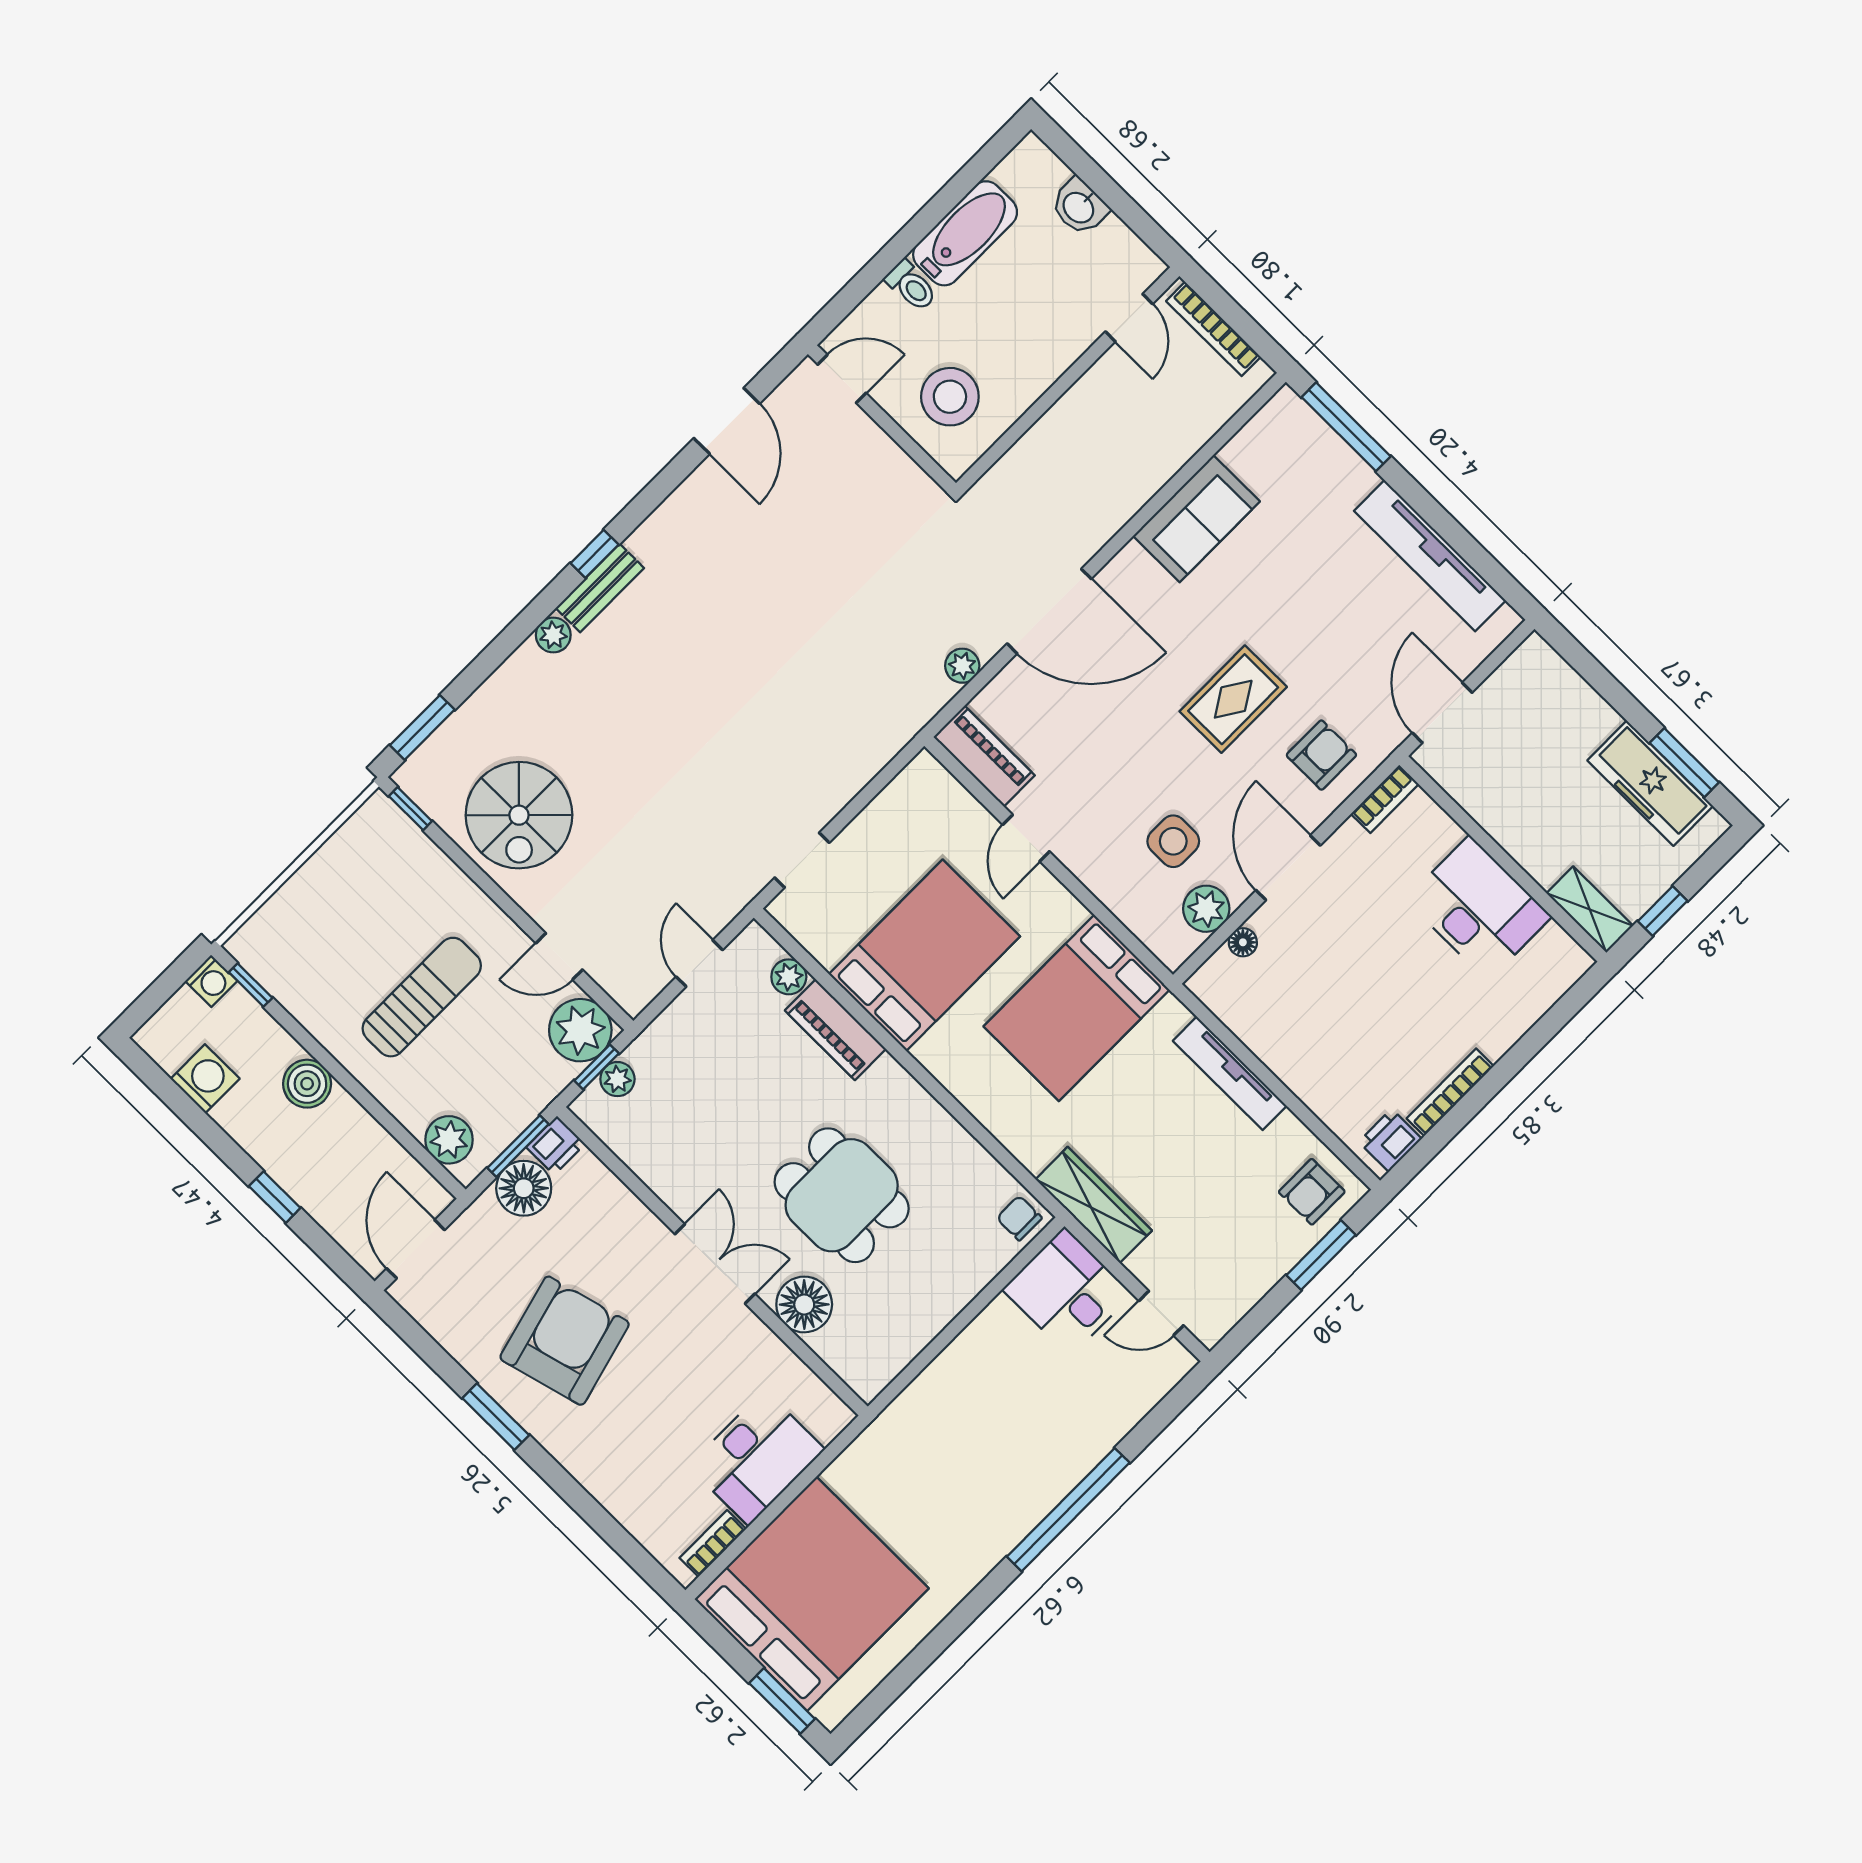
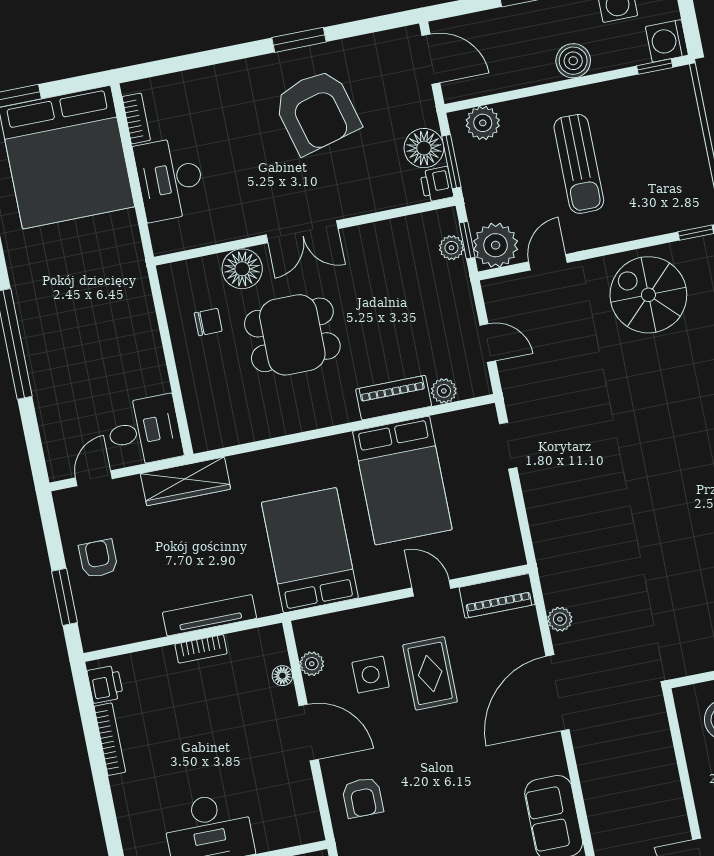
rug: (1233, 699) -> (430, 673), moved
bookcase: (1385, 799) -> (201, 649), moved, turned -90
plant: (1206, 909) -> (312, 664), width x0.73, depth x0.73
washing machine: (211, 981) -> (667, 41), width x1.38, depth x1.38
armchair: (1312, 1192) -> (98, 559), moved
chair: (1019, 1218) -> (208, 322), moved

